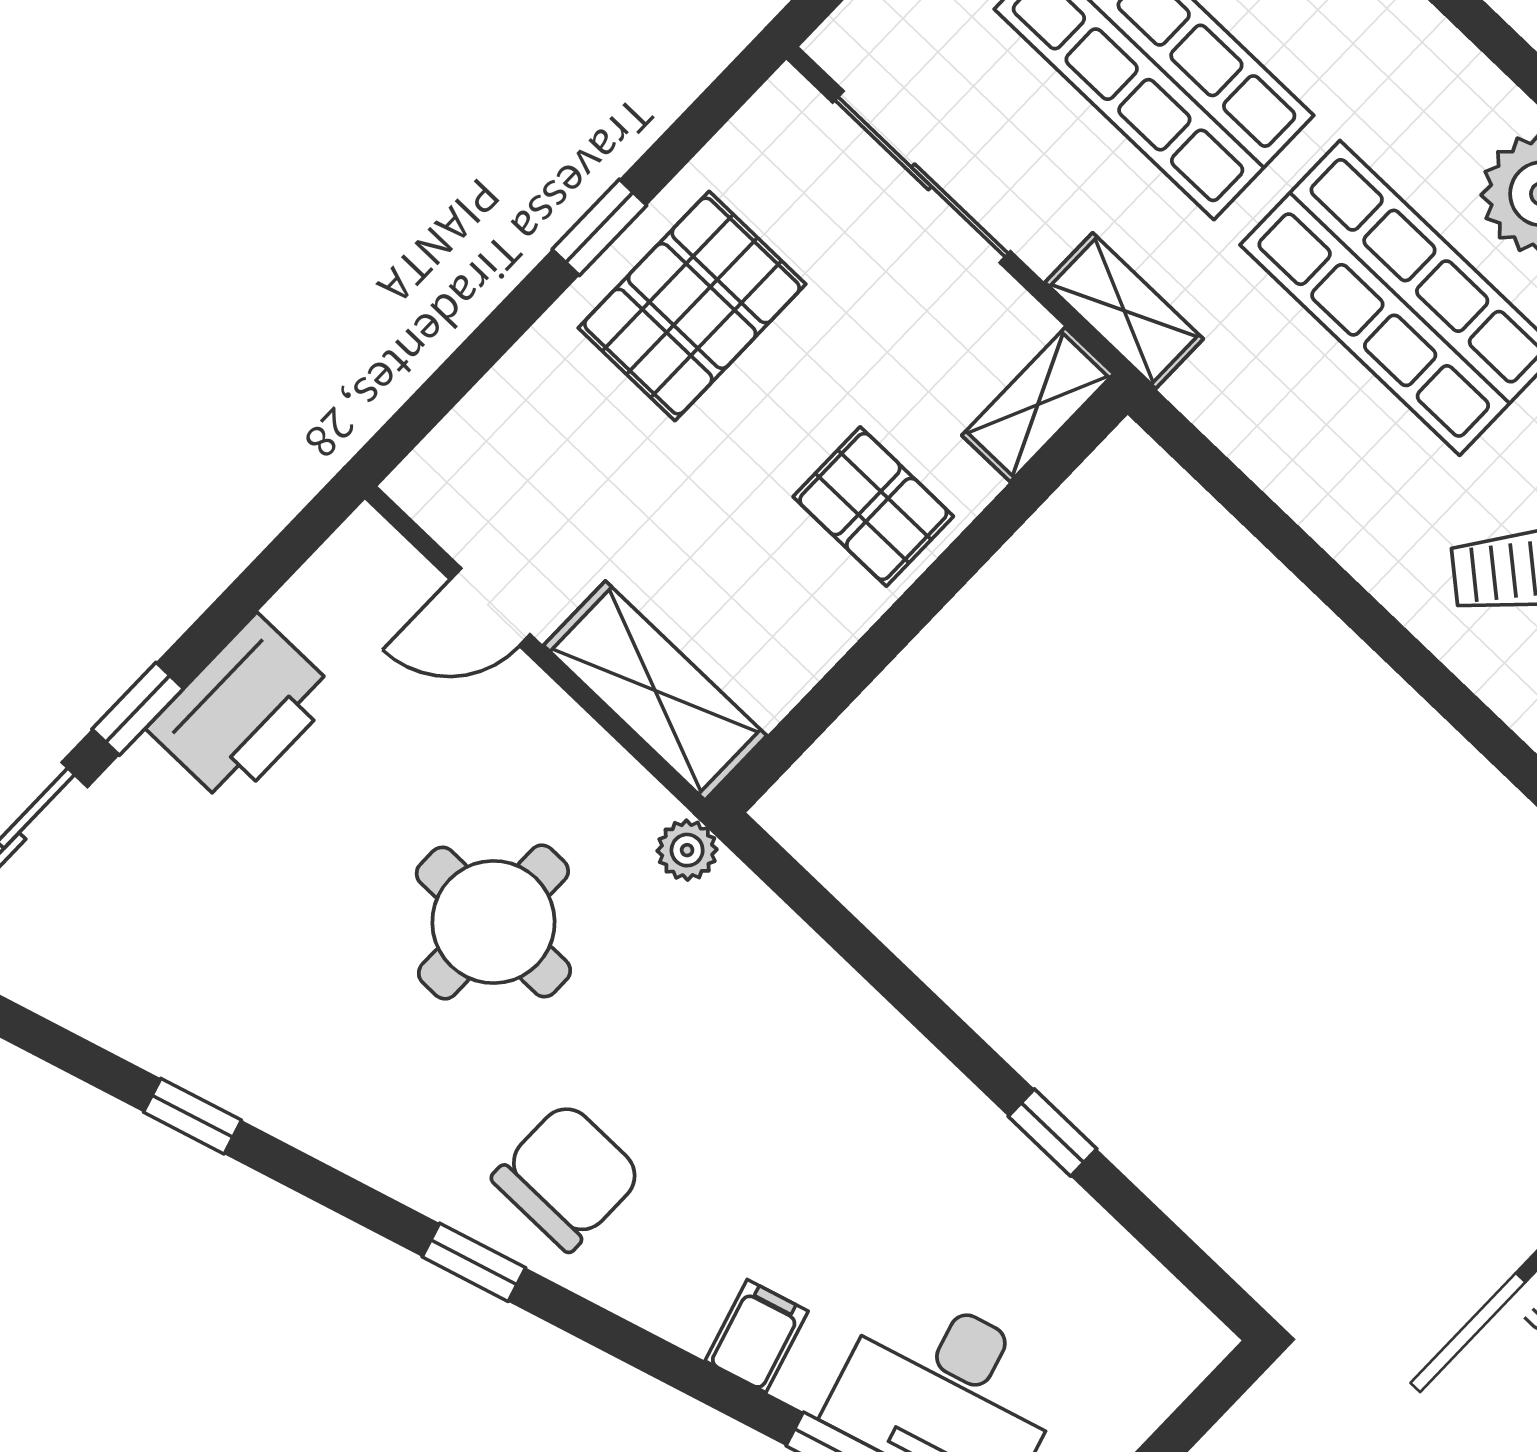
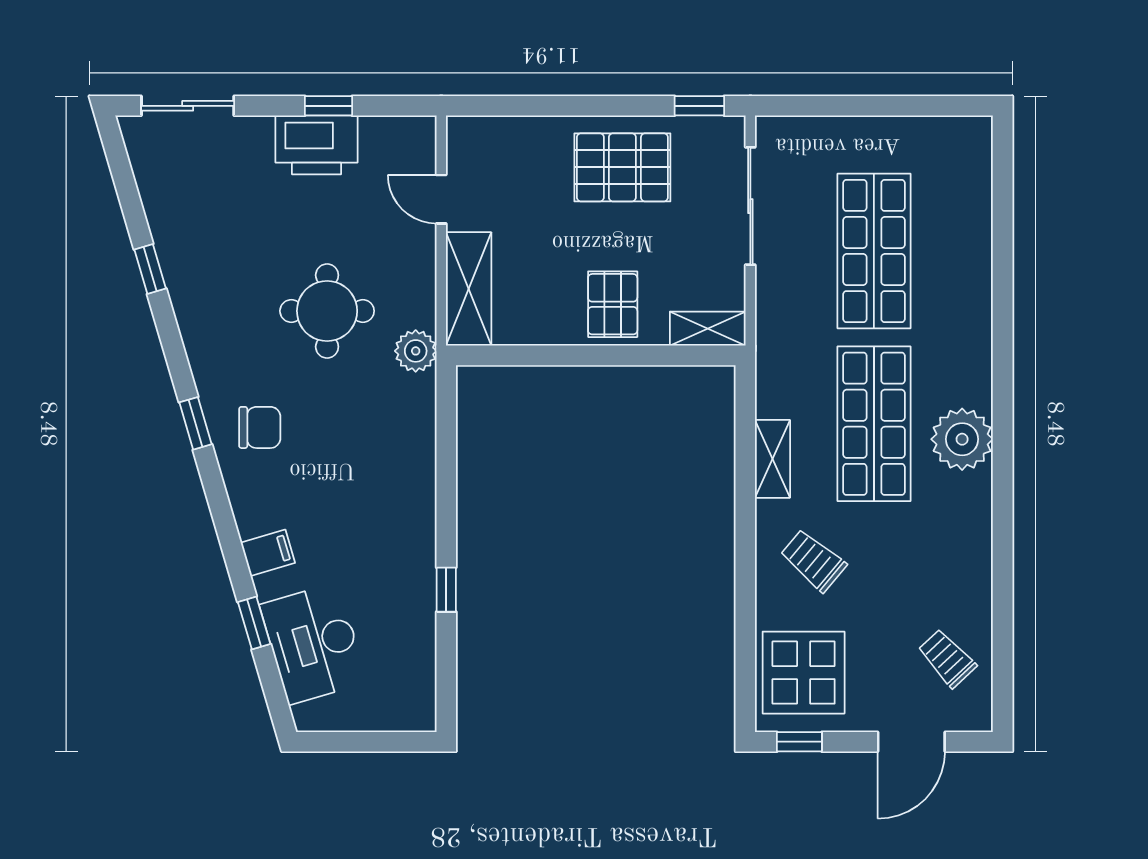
window: (599, 227) -> (699, 106), moved
shelving: (1124, 311) -> (772, 459), moved
window: (138, 709) -> (328, 106), moved
plant: (687, 850) -> (416, 351), width x1.38, depth x1.38
chair: (567, 1177) -> (260, 427), width x0.73, depth x0.73

